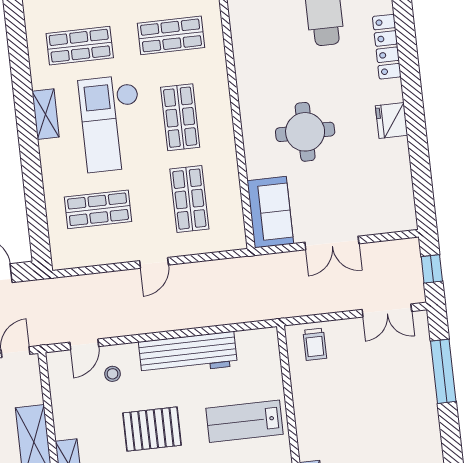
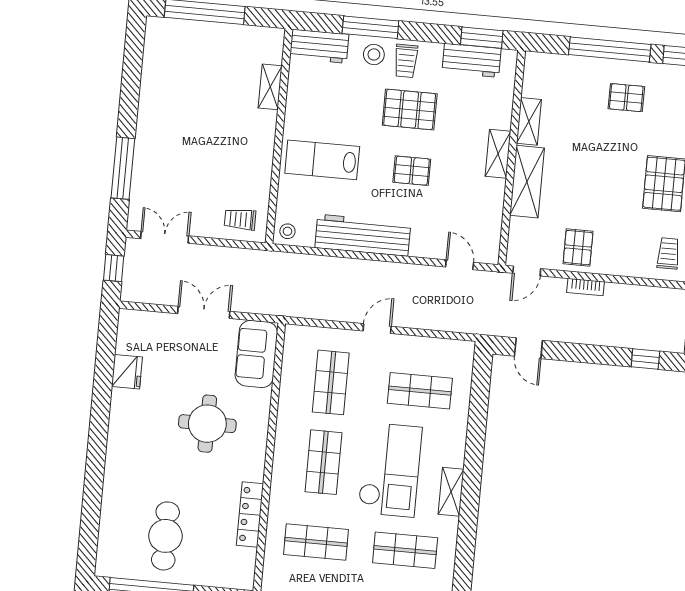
locker: (387, 47) -> (250, 515), moved, turned 180
fridge: (392, 120) -> (127, 372), moved
door: (84, 344) -> (460, 265), hinge flipped
trolley: (315, 344) -> (240, 219), turned -90
stool: (113, 374) -> (287, 231), moved
lab bench: (244, 421) -> (322, 160), turned 180
pallet: (152, 429) -> (412, 171), width x0.67, depth x0.71

